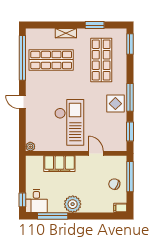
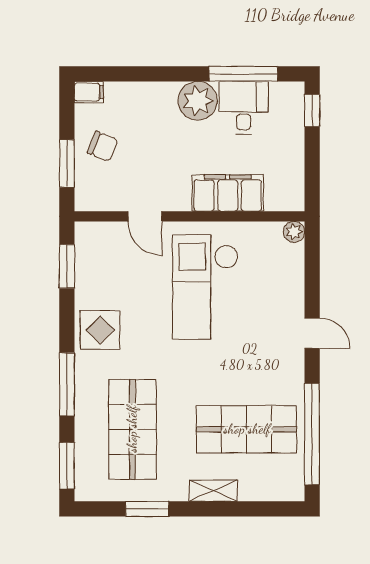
window: (130, 97) -> (67, 384), moved
window: (130, 177) -> (67, 163), width x0.69
desk: (36, 201) -> (244, 108), moved

